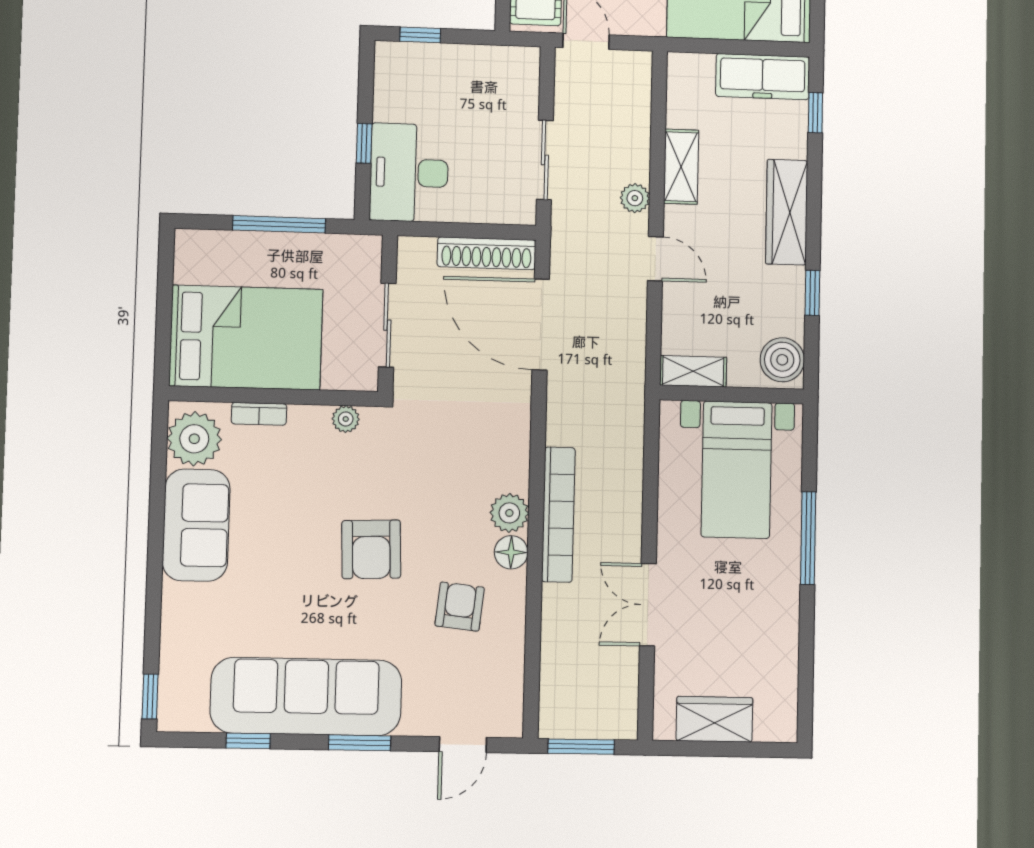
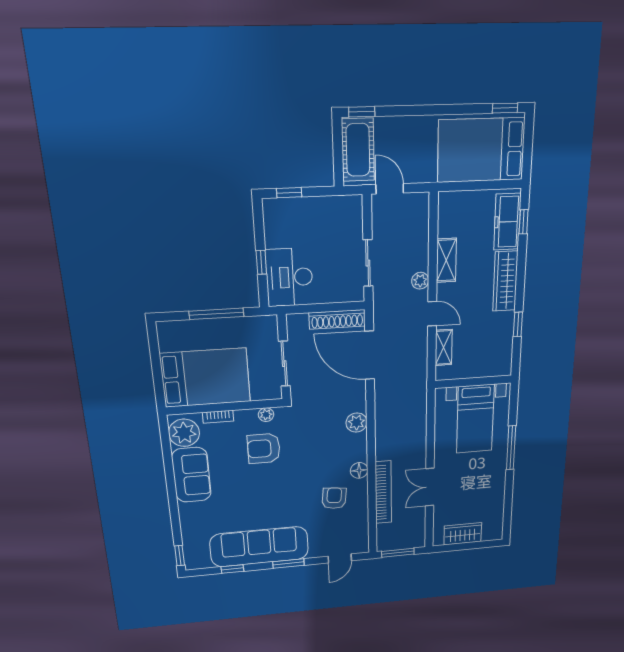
freezer: (763, 77) -> (507, 222), moved, turned 90
boiler: (782, 360) -> (501, 361), removed
shelving: (693, 371) -> (444, 347), moved, turned 90
plant: (509, 513) -> (356, 423), moved
bookcase: (558, 515) -> (383, 492), moved
armchair: (371, 549) -> (264, 448), moved, turned 92

